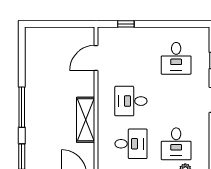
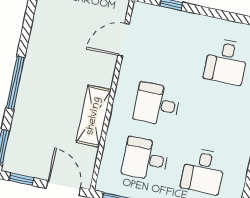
desk: (131, 144) -> (145, 159), turned 180

